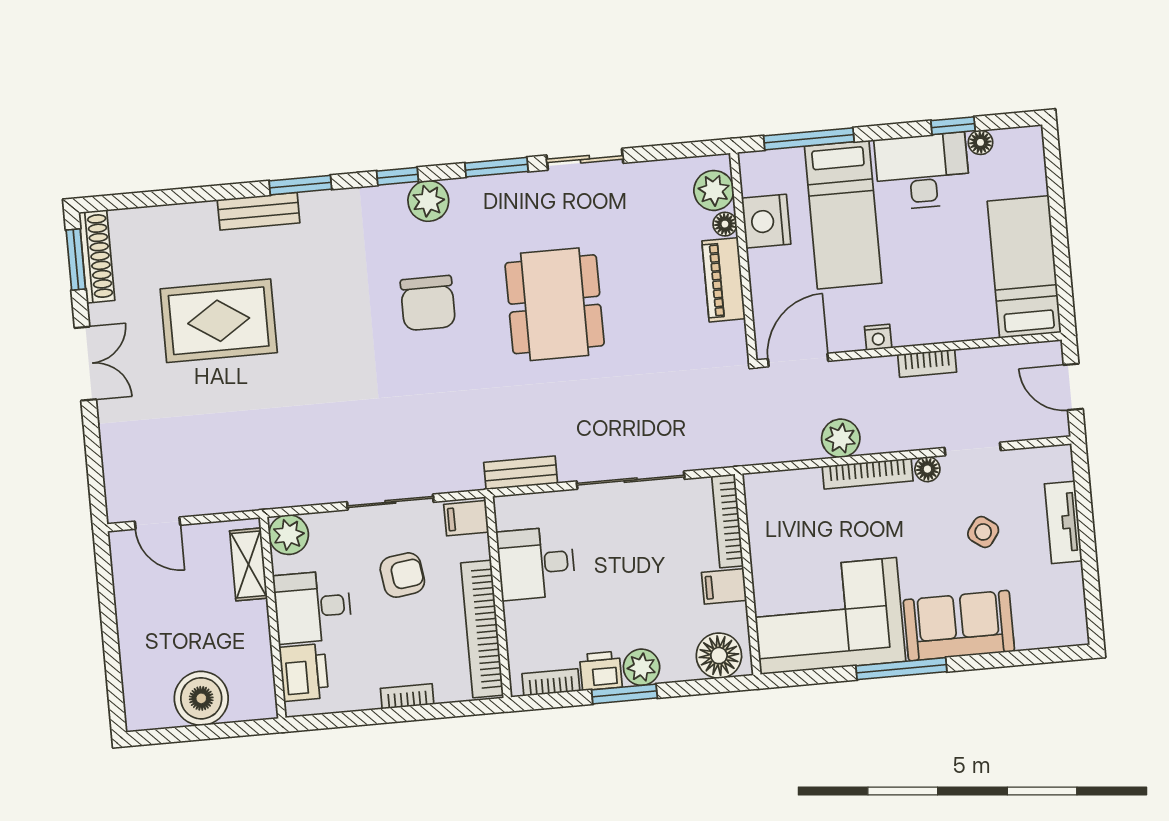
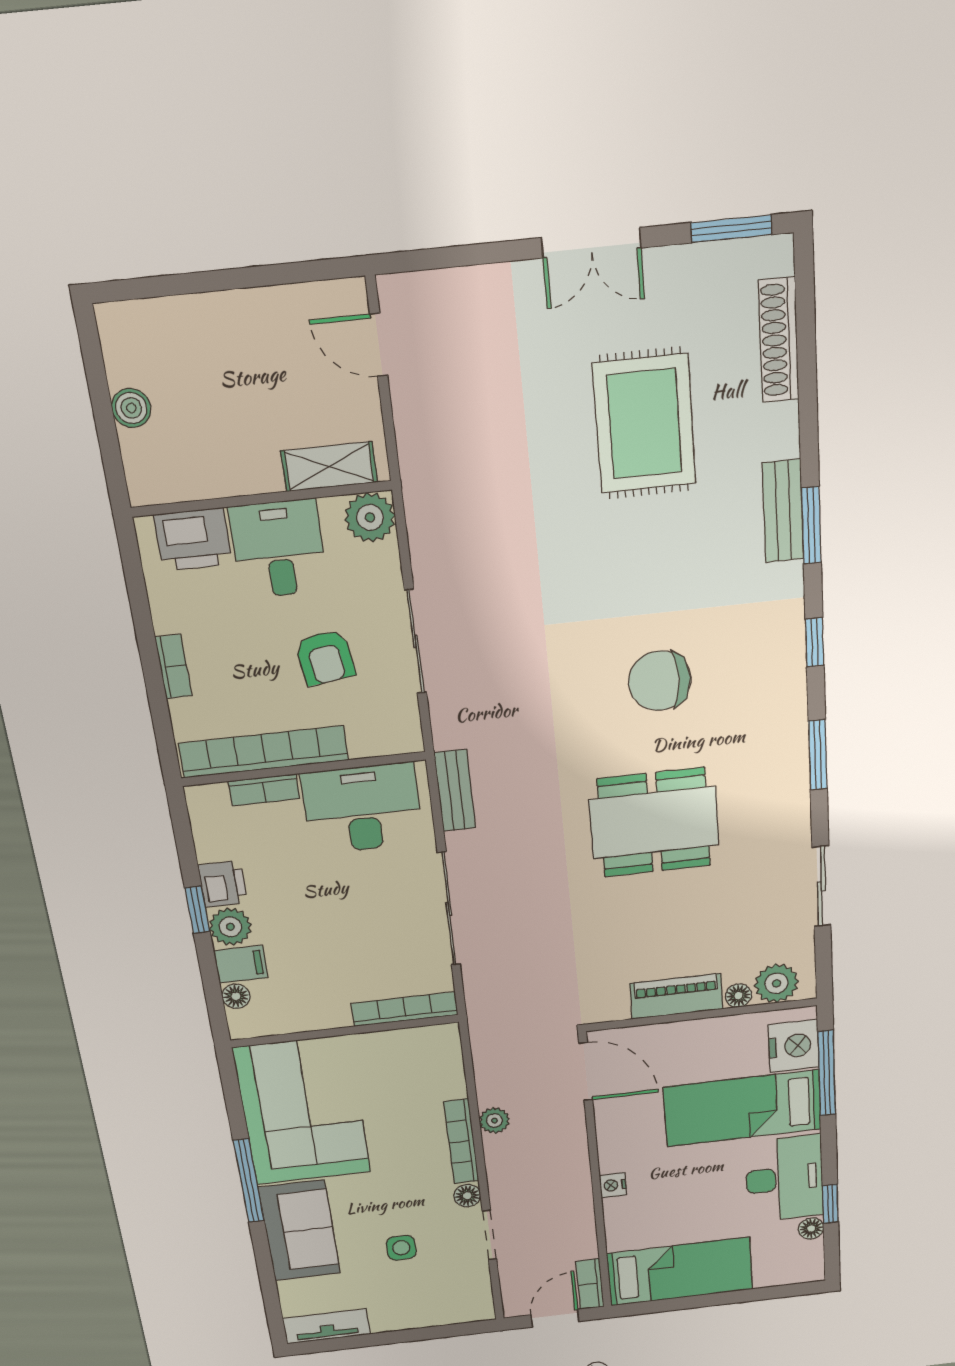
sliding door: (585, 159) -> (821, 886), moved
plant: (428, 201) -> (783, 679), removed
bench: (259, 211) -> (783, 511), moved
nightstand: (766, 221) -> (794, 1046), moved, turned 90
shoe rack: (97, 256) -> (779, 340), moved, turned 90
nightstand: (878, 337) -> (613, 1185), moved
bookcase: (927, 363) -> (590, 1284), moved
plant: (841, 438) -> (494, 1121), width x0.73, depth x0.73
filing cabinet: (466, 518) -> (398, 731), removed
tv unit: (1063, 522) -> (327, 1326), moved
door: (158, 523) -> (379, 345), hinge flipped
side table: (983, 532) -> (401, 1248), turned -36
desk: (536, 563) -> (362, 808), width x1.37
filing cabinet: (724, 586) -> (241, 964), moved, turned 90
floor lamp: (719, 656) -> (236, 996), width x0.53, depth x0.53
bookcase: (551, 682) -> (264, 790), moved, turned 90
window: (624, 694) -> (197, 910), width x0.67
boiler: (201, 698) -> (131, 408), width x0.54, depth x0.54

